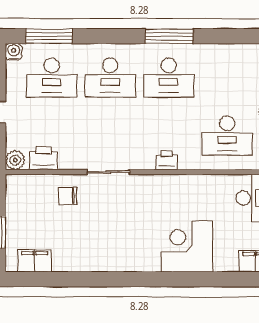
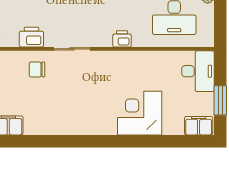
printer: (44, 158) -> (31, 37), moved

